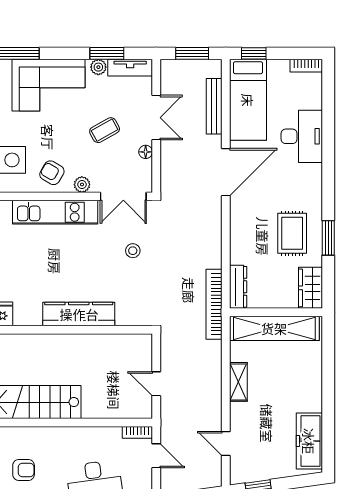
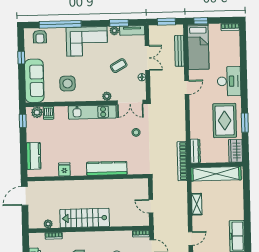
desk: (302, 136) -> (229, 81), moved
door: (226, 172) -> (187, 87), width x0.53
armchair: (52, 173) -> (90, 90), removed
rug: (292, 233) -> (225, 120), width x1.36, depth x1.43
door: (226, 443) -> (191, 239), swing flipped

